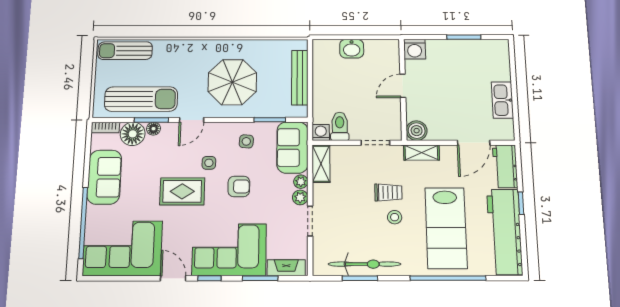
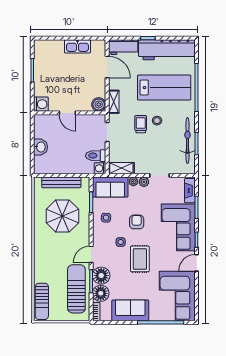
parasol: (232, 82) -> (62, 216), moved
door: (192, 120) -> (91, 254), swing flipped
floor lamp: (154, 129) -> (101, 276), width x1.89, depth x1.89

